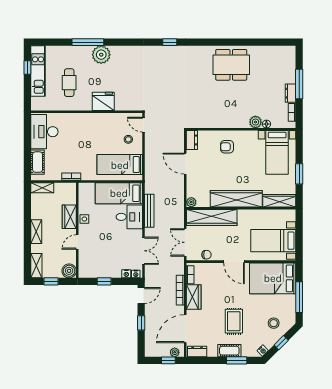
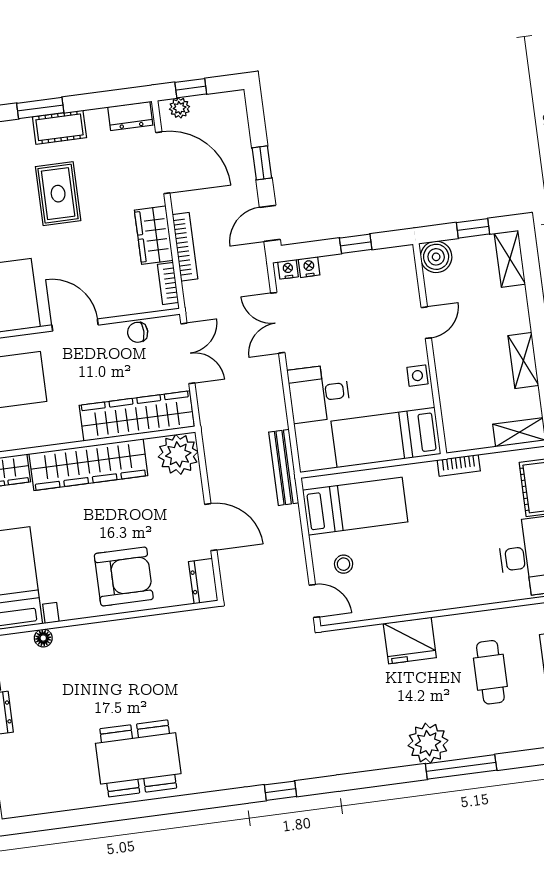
plant: (255, 122) -> (68, 639), removed
armchair: (227, 147) -> (124, 576), width x1.88, depth x1.88
bed: (119, 193) -> (386, 438), moved, turned 180
plant: (191, 202) -> (178, 454), width x1.87, depth x1.87
bench: (149, 211) -> (284, 467), moved
wardrobe: (69, 217) -> (451, 376), removed
shelving: (36, 232) -> (523, 360), moved
door: (185, 329) -> (163, 163), hinge flipped

